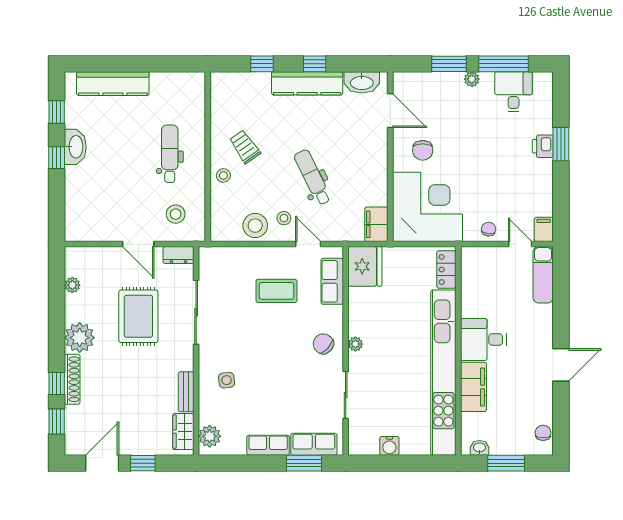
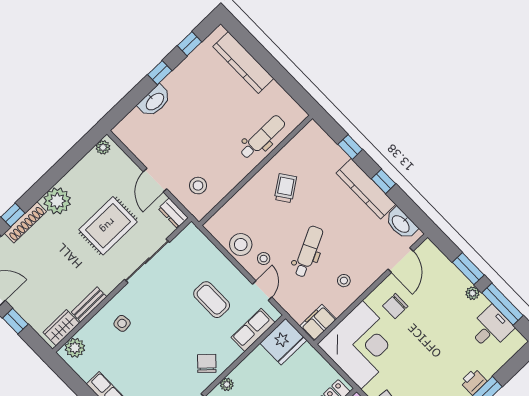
washbasin: (75, 147) -> (155, 101), moved
dental chair: (170, 154) -> (262, 137), moved
stool: (223, 175) -> (344, 281), moved
plant: (72, 285) -> (103, 147), moved

